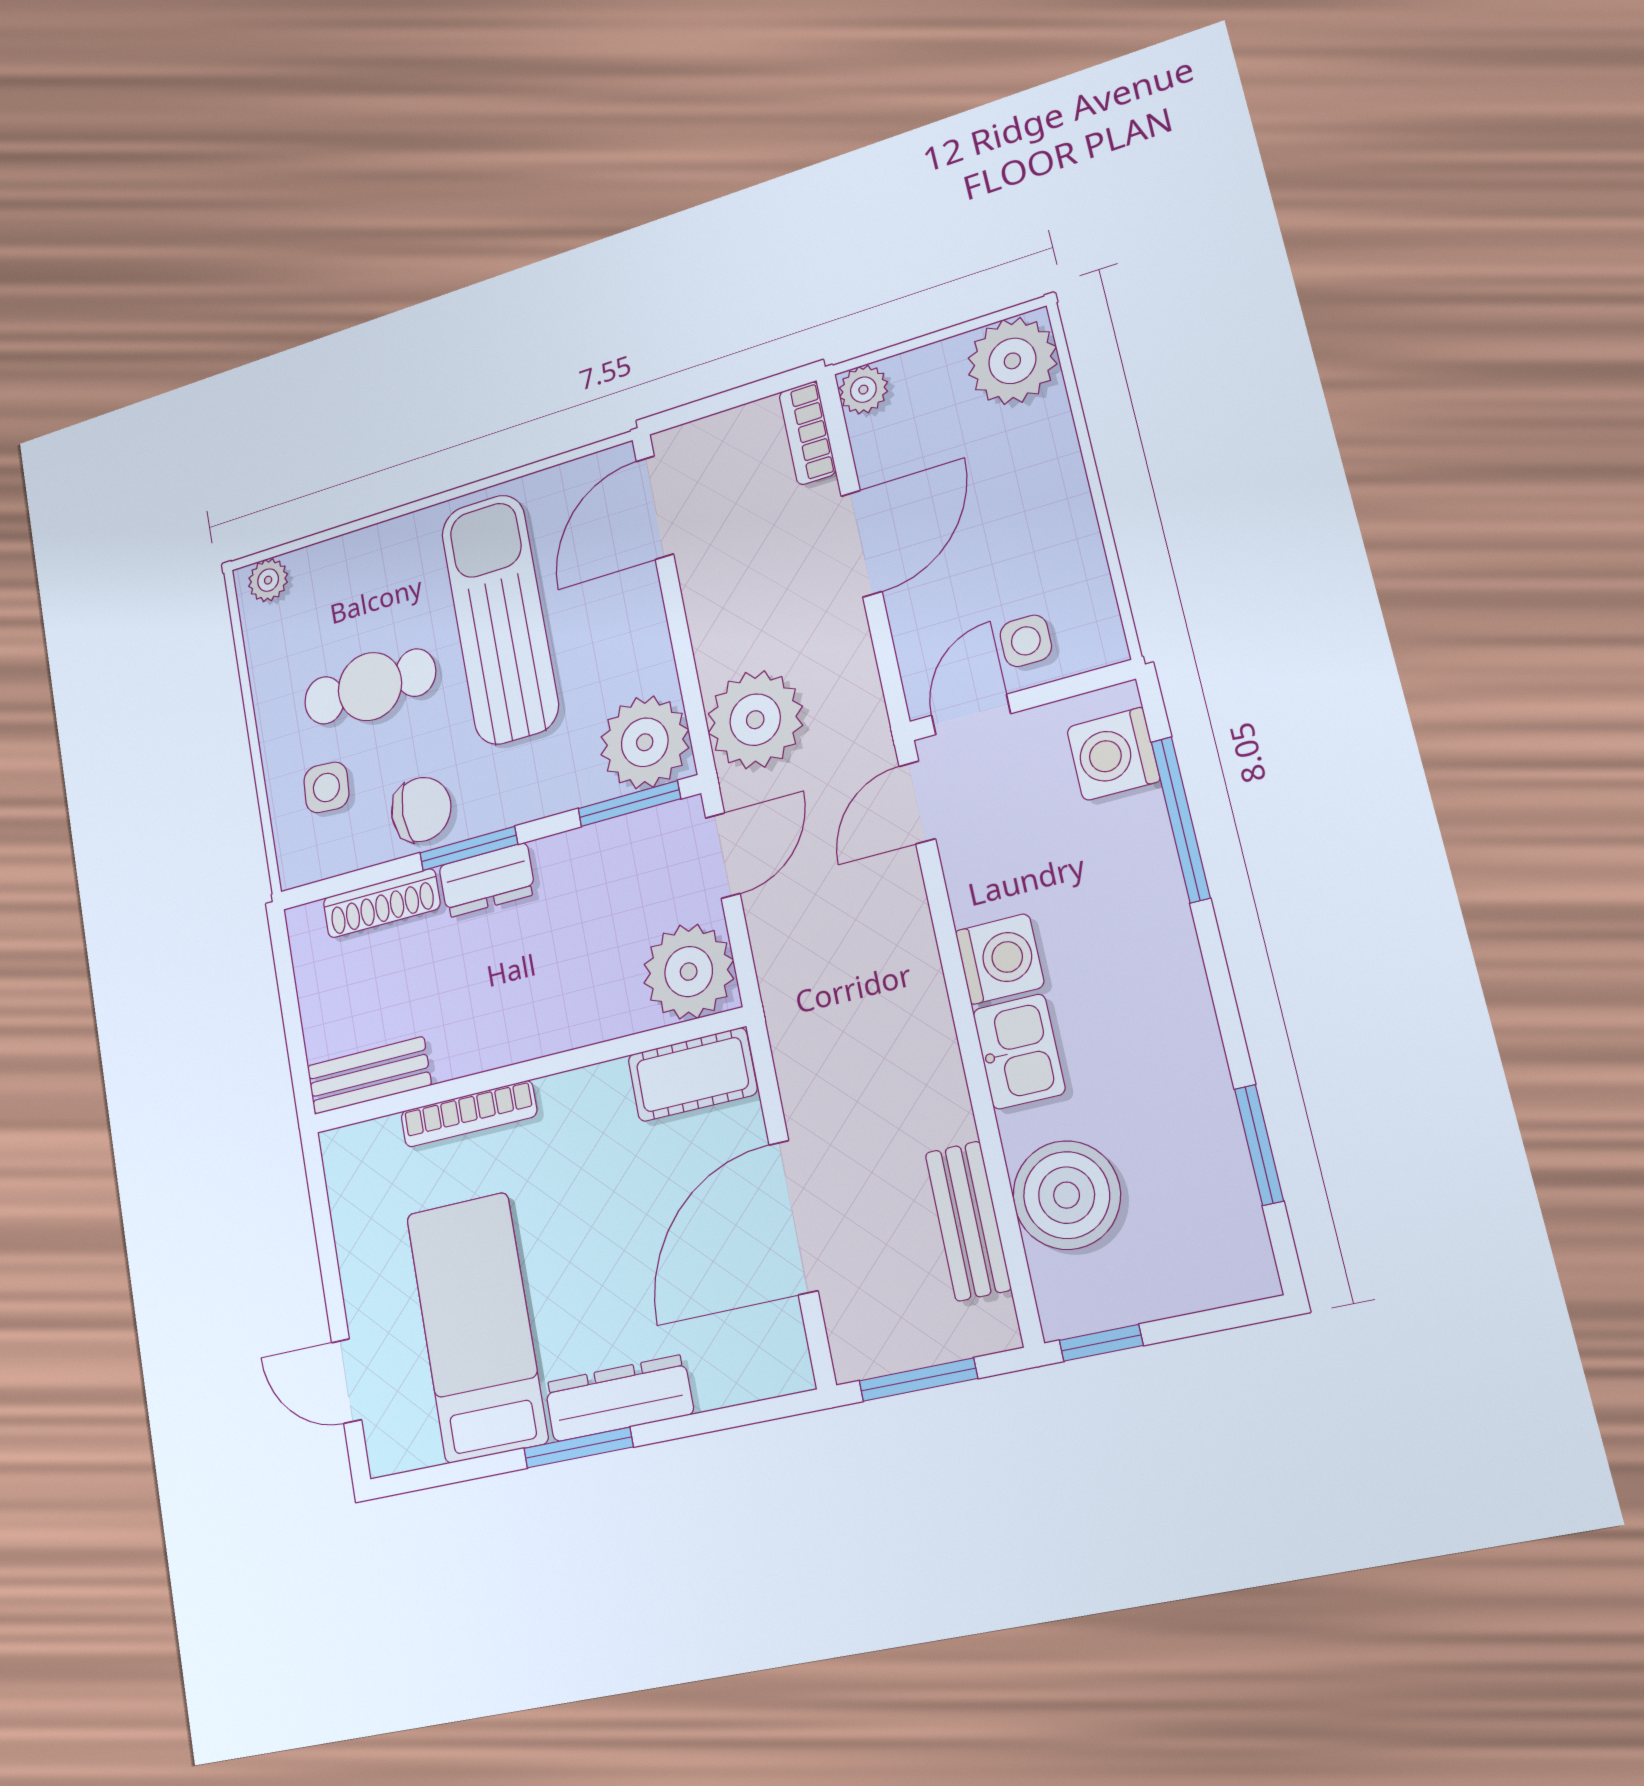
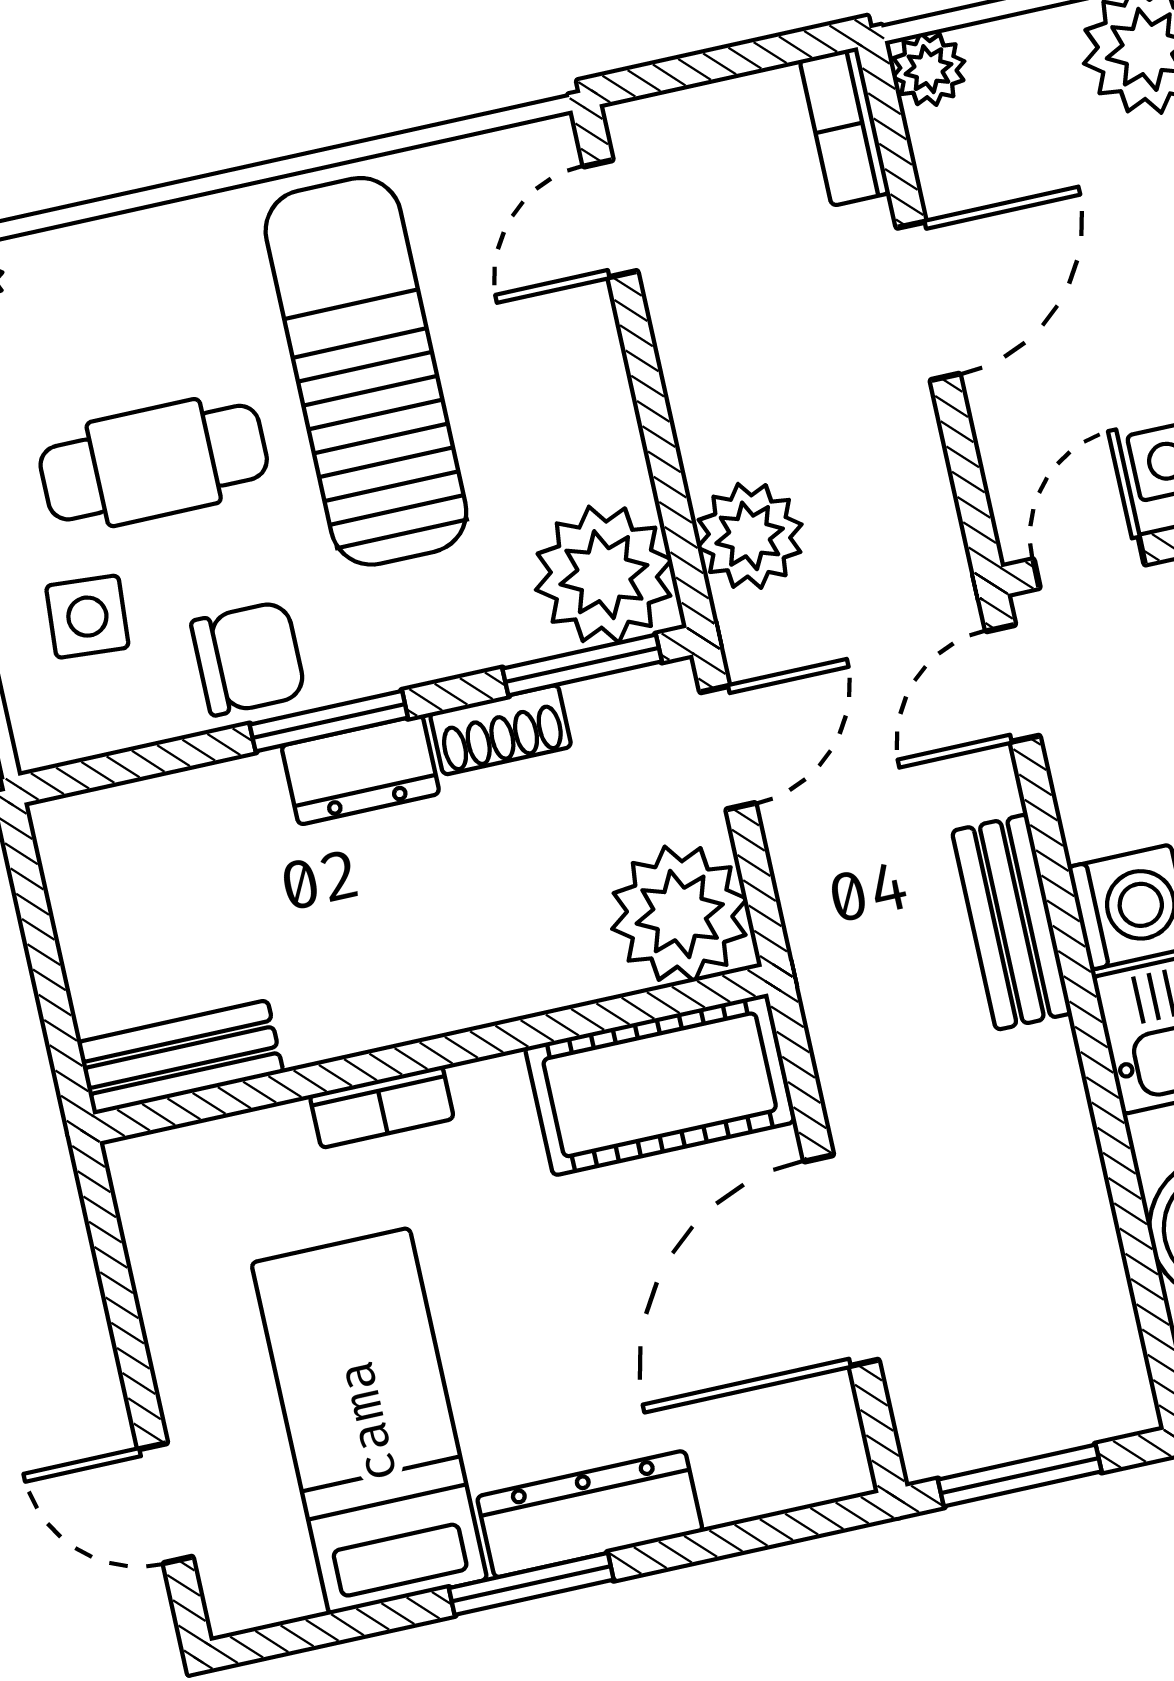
door: (655, 507) -> (610, 219), width x0.73
plant: (755, 720) -> (750, 536), width x0.73, depth x0.73
shoe rack: (381, 903) -> (501, 730), moved, width x0.70
cot: (692, 1075) -> (660, 1085), width x1.37, depth x1.34
bookcase: (469, 1114) -> (382, 1107), width x0.64
bench: (968, 1221) -> (1012, 922), moved

